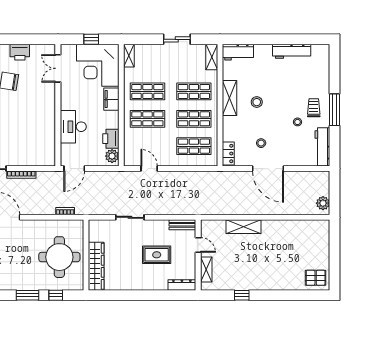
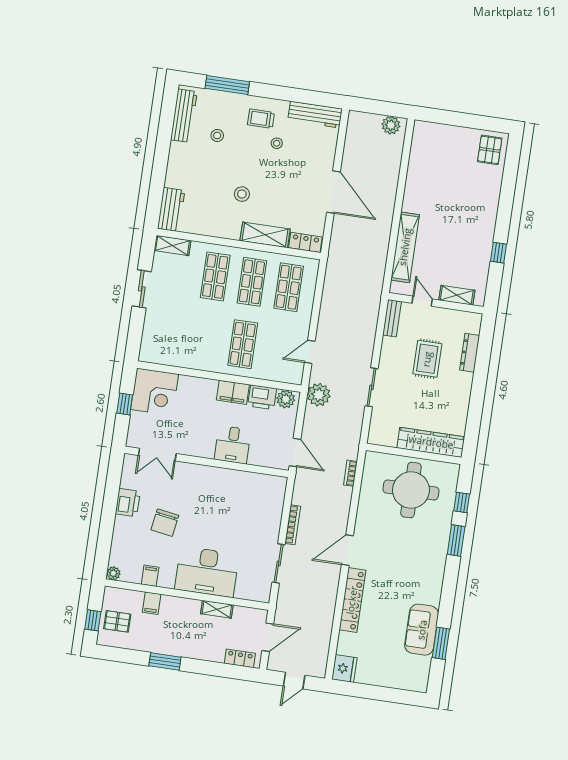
workbench: (292, 51) -> (184, 116), moved
shelving: (129, 56) -> (154, 357), removed
corner desk: (98, 65) -> (155, 392), width x0.74, depth x0.74
shop shelf: (147, 91) -> (206, 339), removed
shelving: (230, 98) -> (265, 235), moved
filing cabinet: (111, 99) -> (233, 392), moved
window: (335, 110) -> (227, 85), moved
desk: (73, 127) -> (233, 445), width x0.73
stool: (261, 143) -> (217, 135), moved
door: (268, 169) -> (333, 192), hinge flipped
plant: (119, 180) -> (319, 395), added
shelving: (244, 227) -> (405, 247), width x1.47
door: (198, 245) -> (422, 301), hinge flipped
dresser: (182, 285) -> (470, 353), moved

